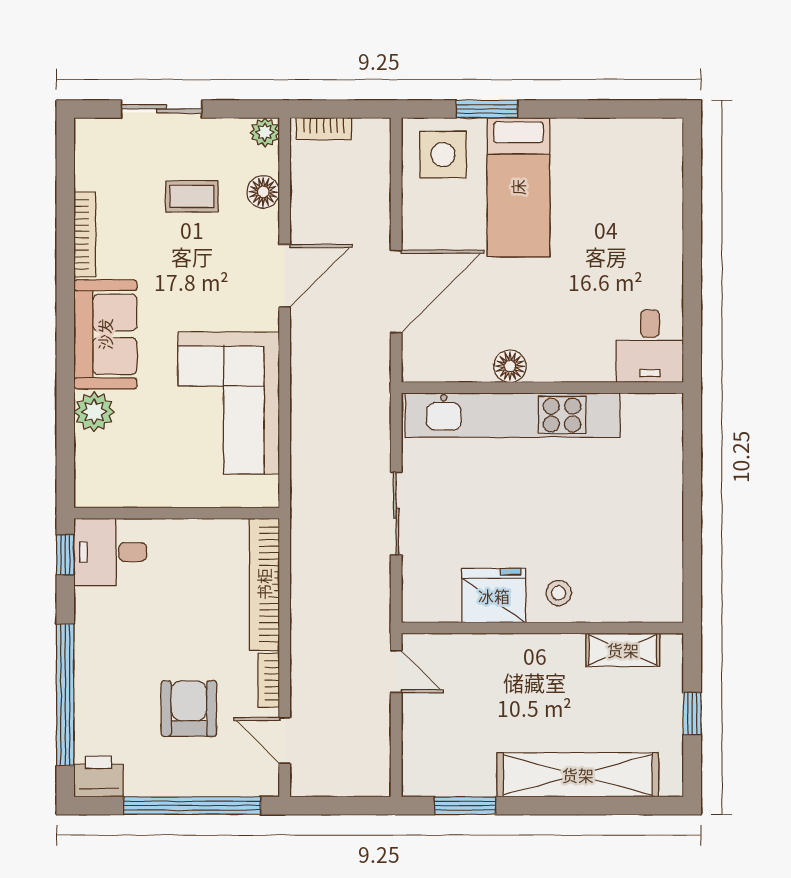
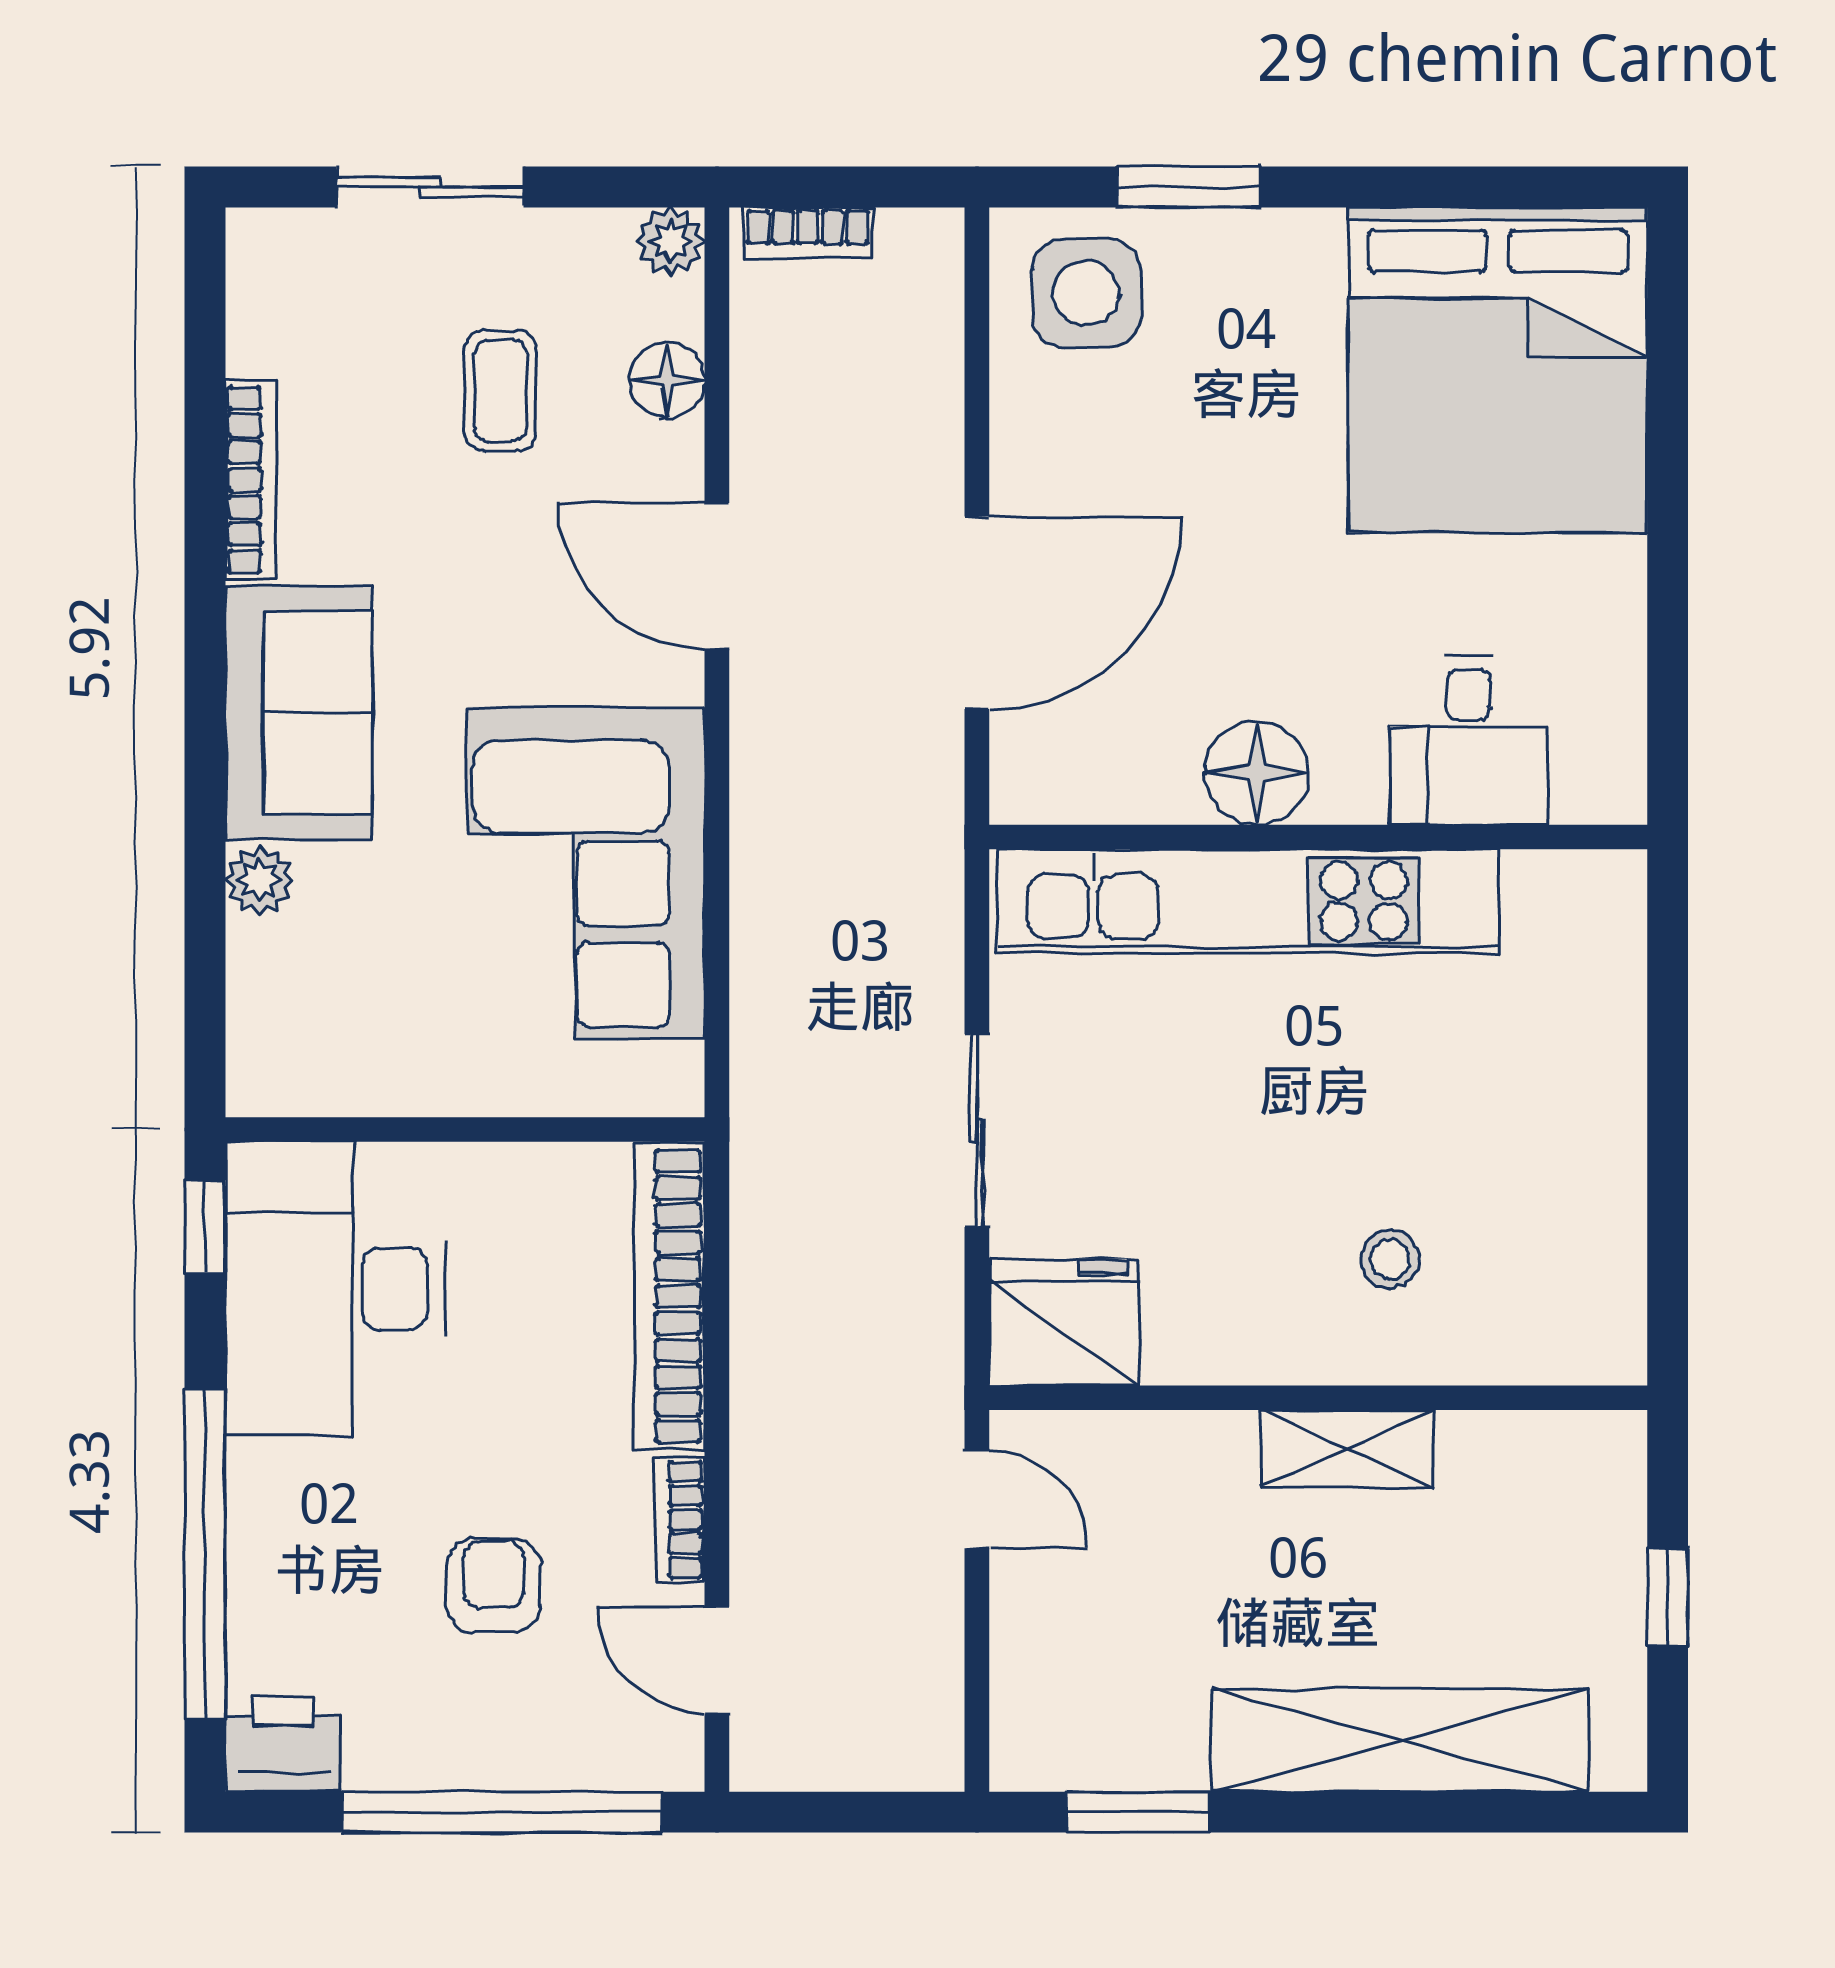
bed: (518, 187) -> (1498, 370), moved, width x2.04
coffee table: (192, 196) -> (501, 391), turned 90
door: (285, 276) -> (717, 576), swing flipped
desk: (650, 346) -> (1469, 740), moved
floor lamp: (510, 366) -> (1257, 773), width x1.38, depth x1.38
plant: (94, 412) -> (259, 880), width x0.73, depth x0.73
desk: (110, 552) -> (335, 1289), width x1.87, depth x1.30
stool: (559, 593) -> (1390, 1259), moved
fridge: (494, 596) -> (1064, 1322), moved
shelving: (623, 650) -> (1347, 1449), moved
armchair: (189, 708) -> (493, 1586), width x0.72, depth x0.72

